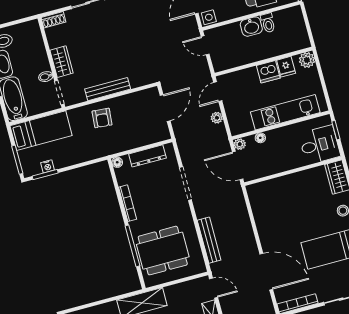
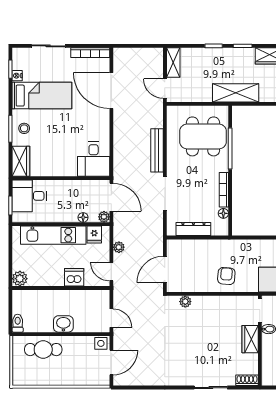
toilet: (268, 23) -> (18, 323), moved
fridge: (286, 67) -> (94, 235), moved, turned 180
dishwasher: (268, 72) -> (74, 277), moved
plant: (136, 82) -> (185, 302), added
bench: (108, 89) -> (214, 302), removed
door: (218, 92) -> (111, 271), swing flipped
floor lamp: (117, 162) -> (223, 213), moved
desk: (266, 199) -> (94, 159), added
bench: (209, 240) -> (157, 150), moved

